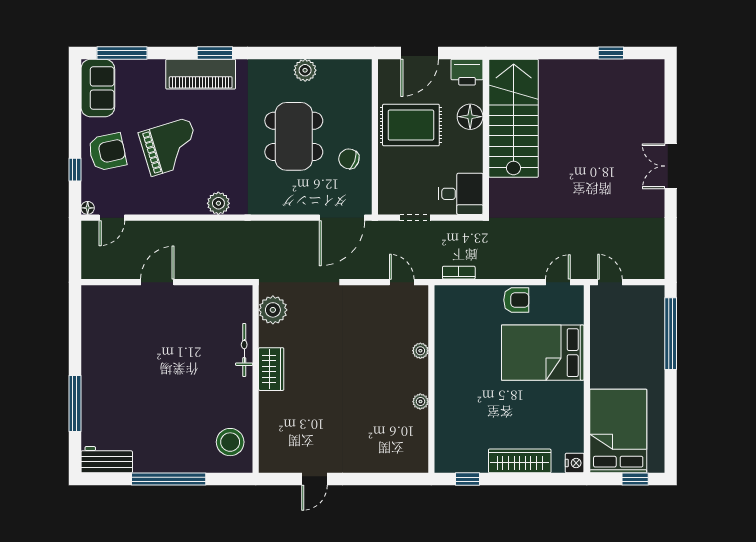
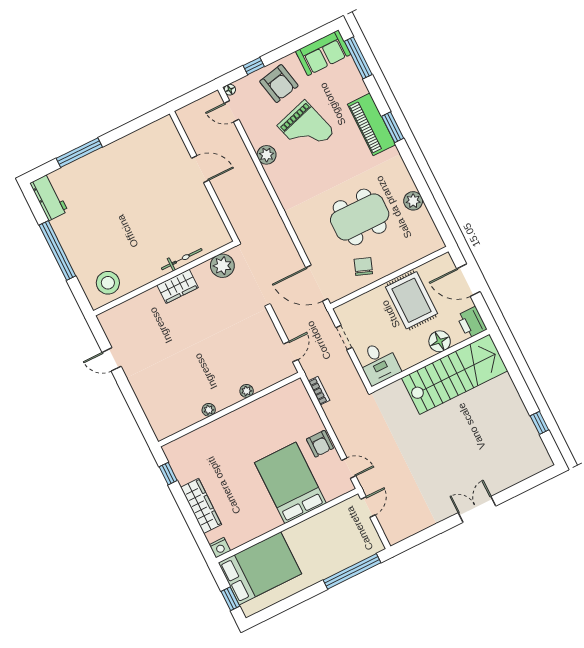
plant: (218, 203) -> (267, 155), moved

